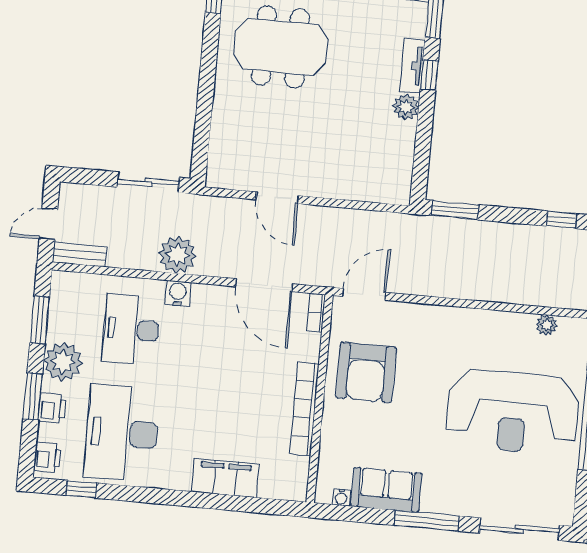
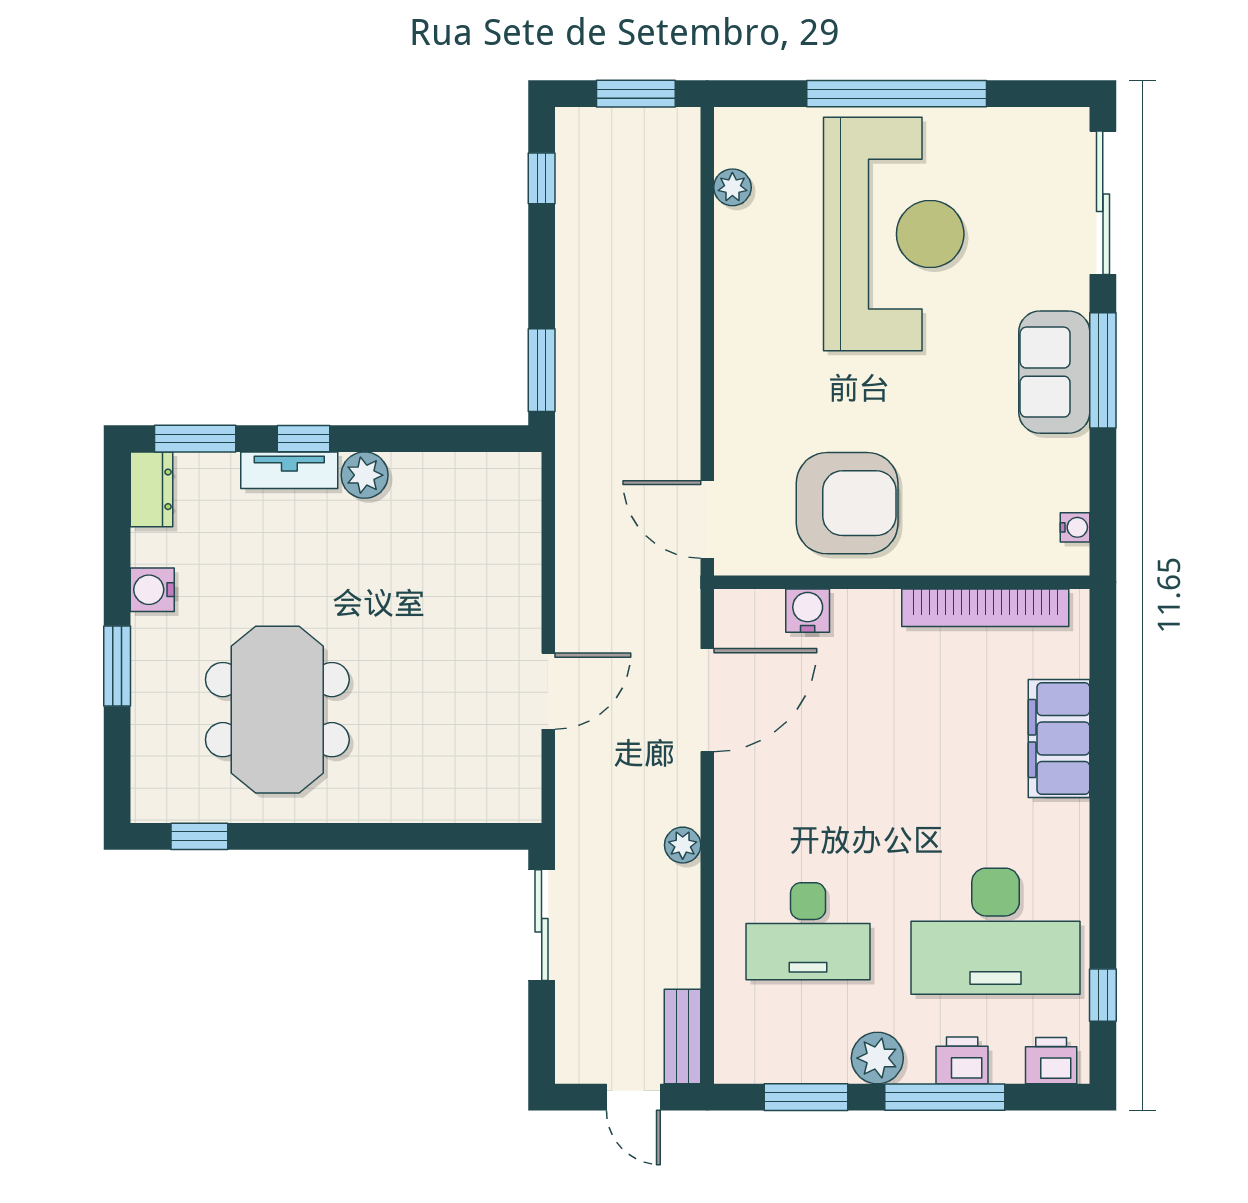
plant: (177, 255) -> (683, 845), width x0.53, depth x0.53
water cooler: (178, 293) -> (808, 611), moved, turned 90
bookcase: (316, 313) -> (748, 602), removed
plant: (63, 362) -> (877, 1058), width x0.73, depth x0.73
window: (33, 397) -> (945, 1097), width x1.44
bookcase: (305, 409) -> (985, 608), moved
sofa: (386, 490) -> (1054, 372), moved

